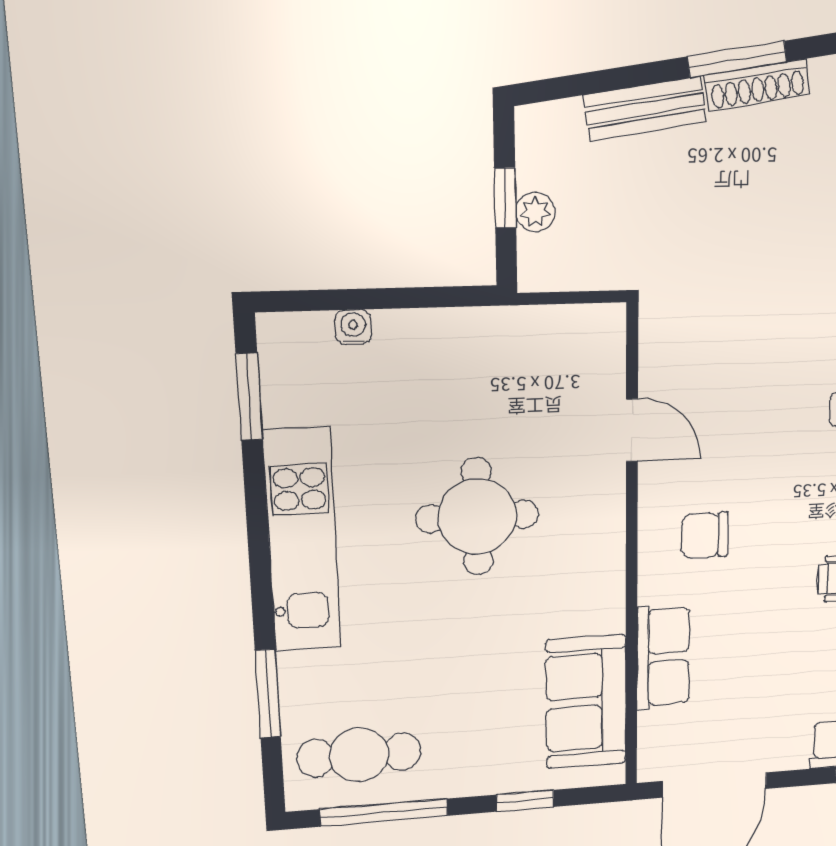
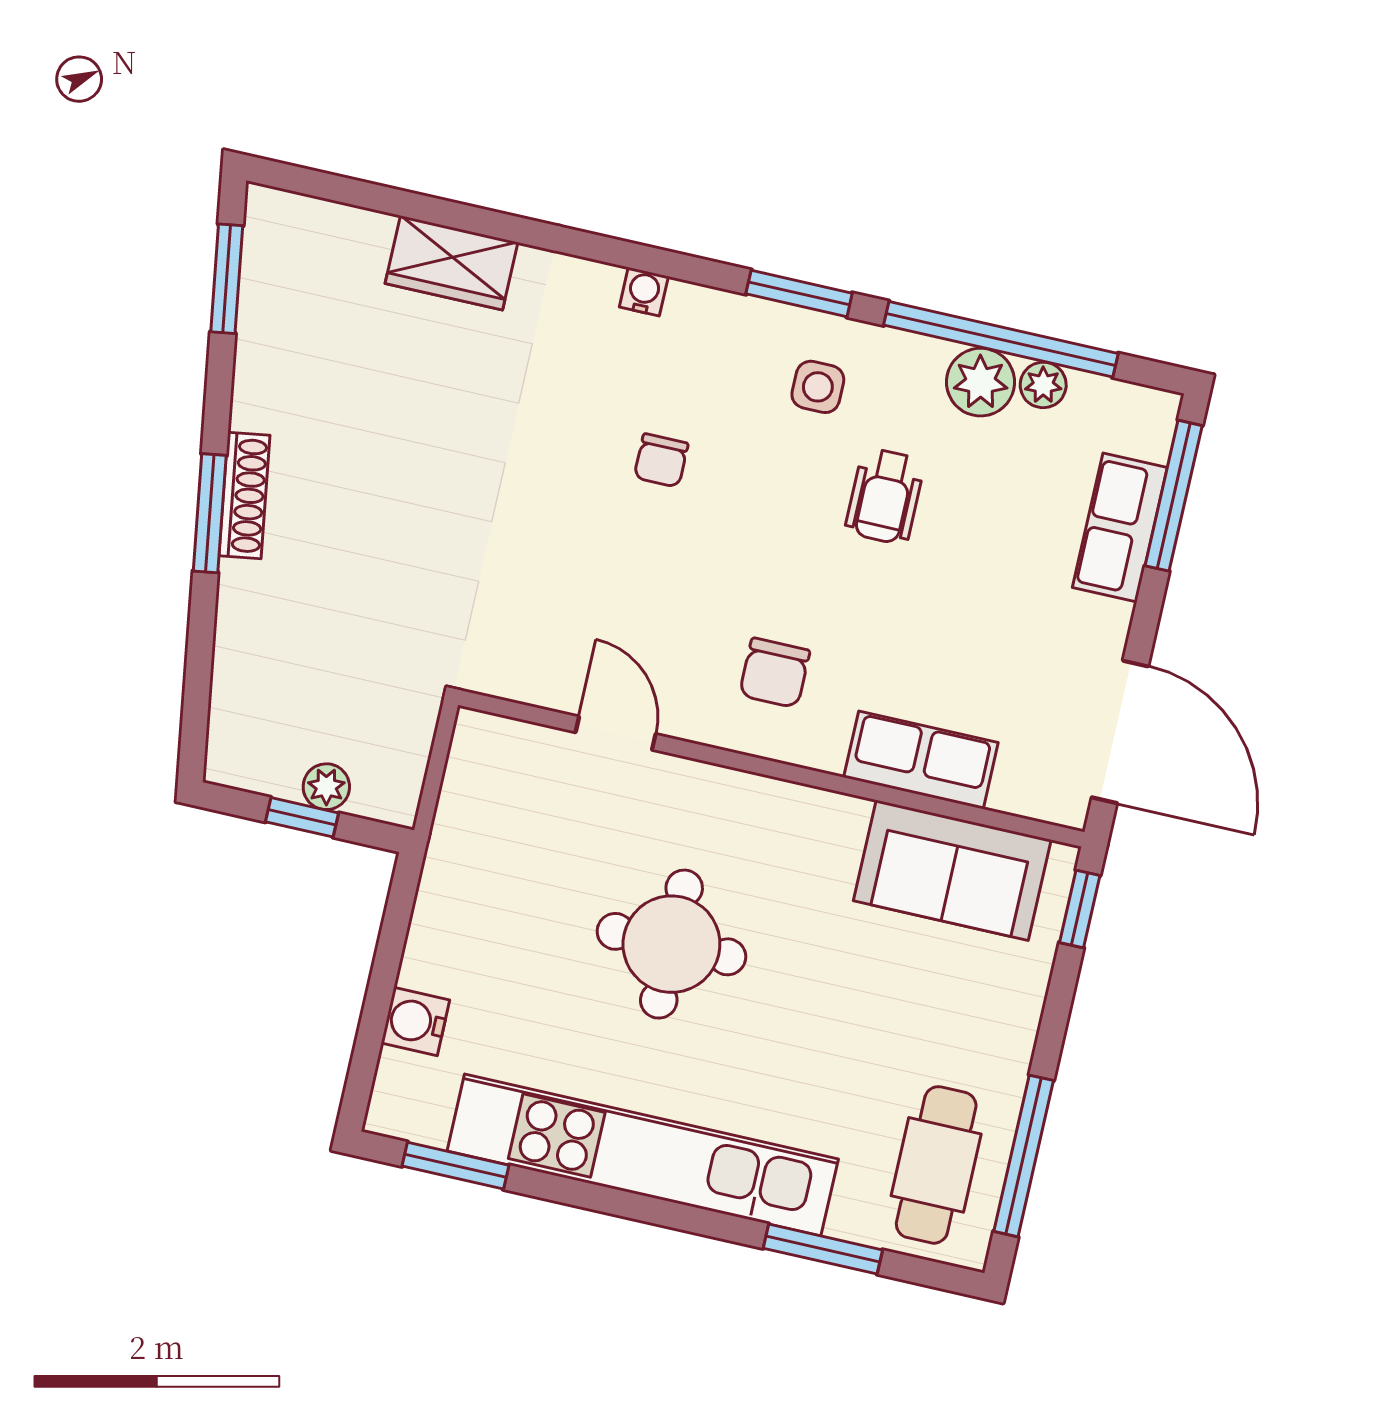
bench: (645, 109) -> (240, 633), removed
water cooler: (353, 327) -> (415, 1021), width x1.38, depth x1.38
door: (632, 430) -> (616, 733), hinge flipped
kitchen unit: (302, 540) -> (643, 1155), width x1.36
window: (525, 801) -> (1080, 909), moved

